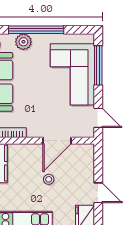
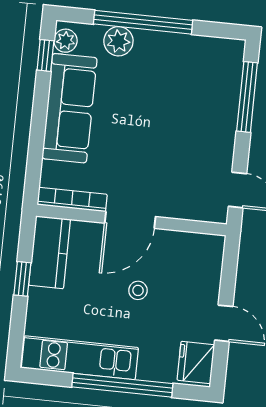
corner sofa: (72, 74) -> (200, 108), removed
door: (57, 141) -> (130, 220), moved

